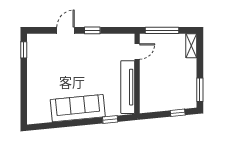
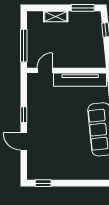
shelving: (191, 46) -> (56, 16), moved
door: (137, 51) -> (45, 70), hinge flipped

